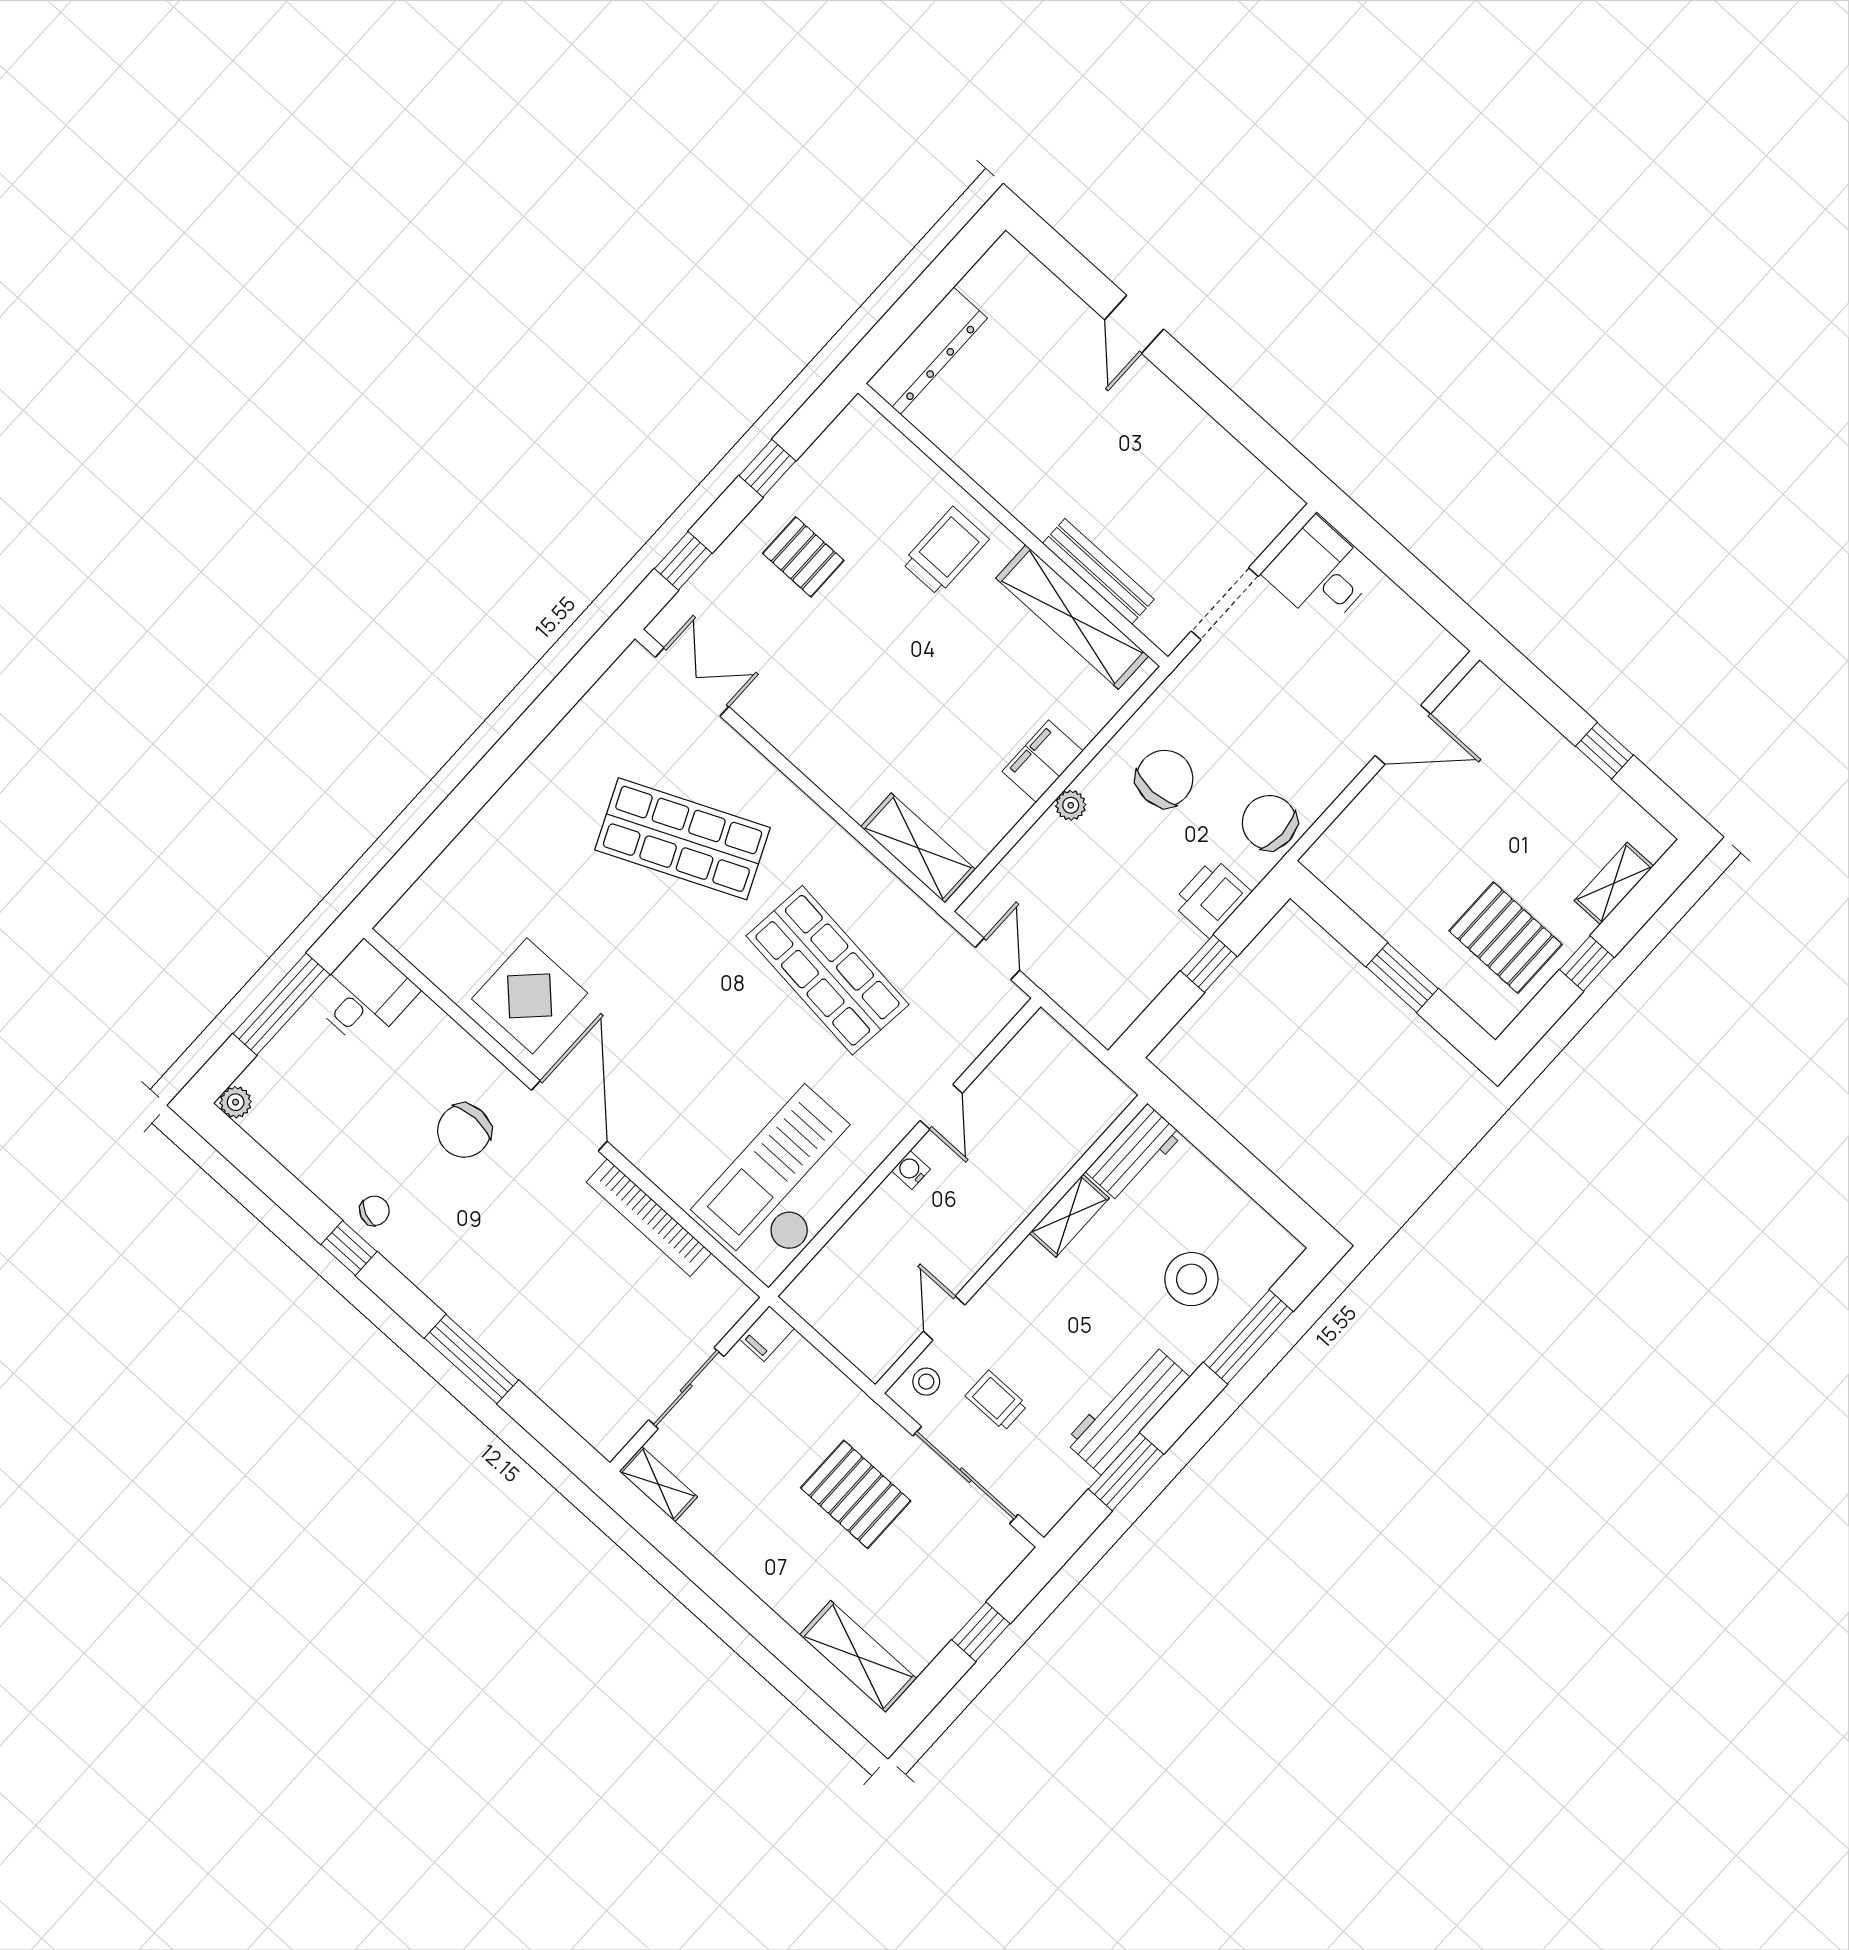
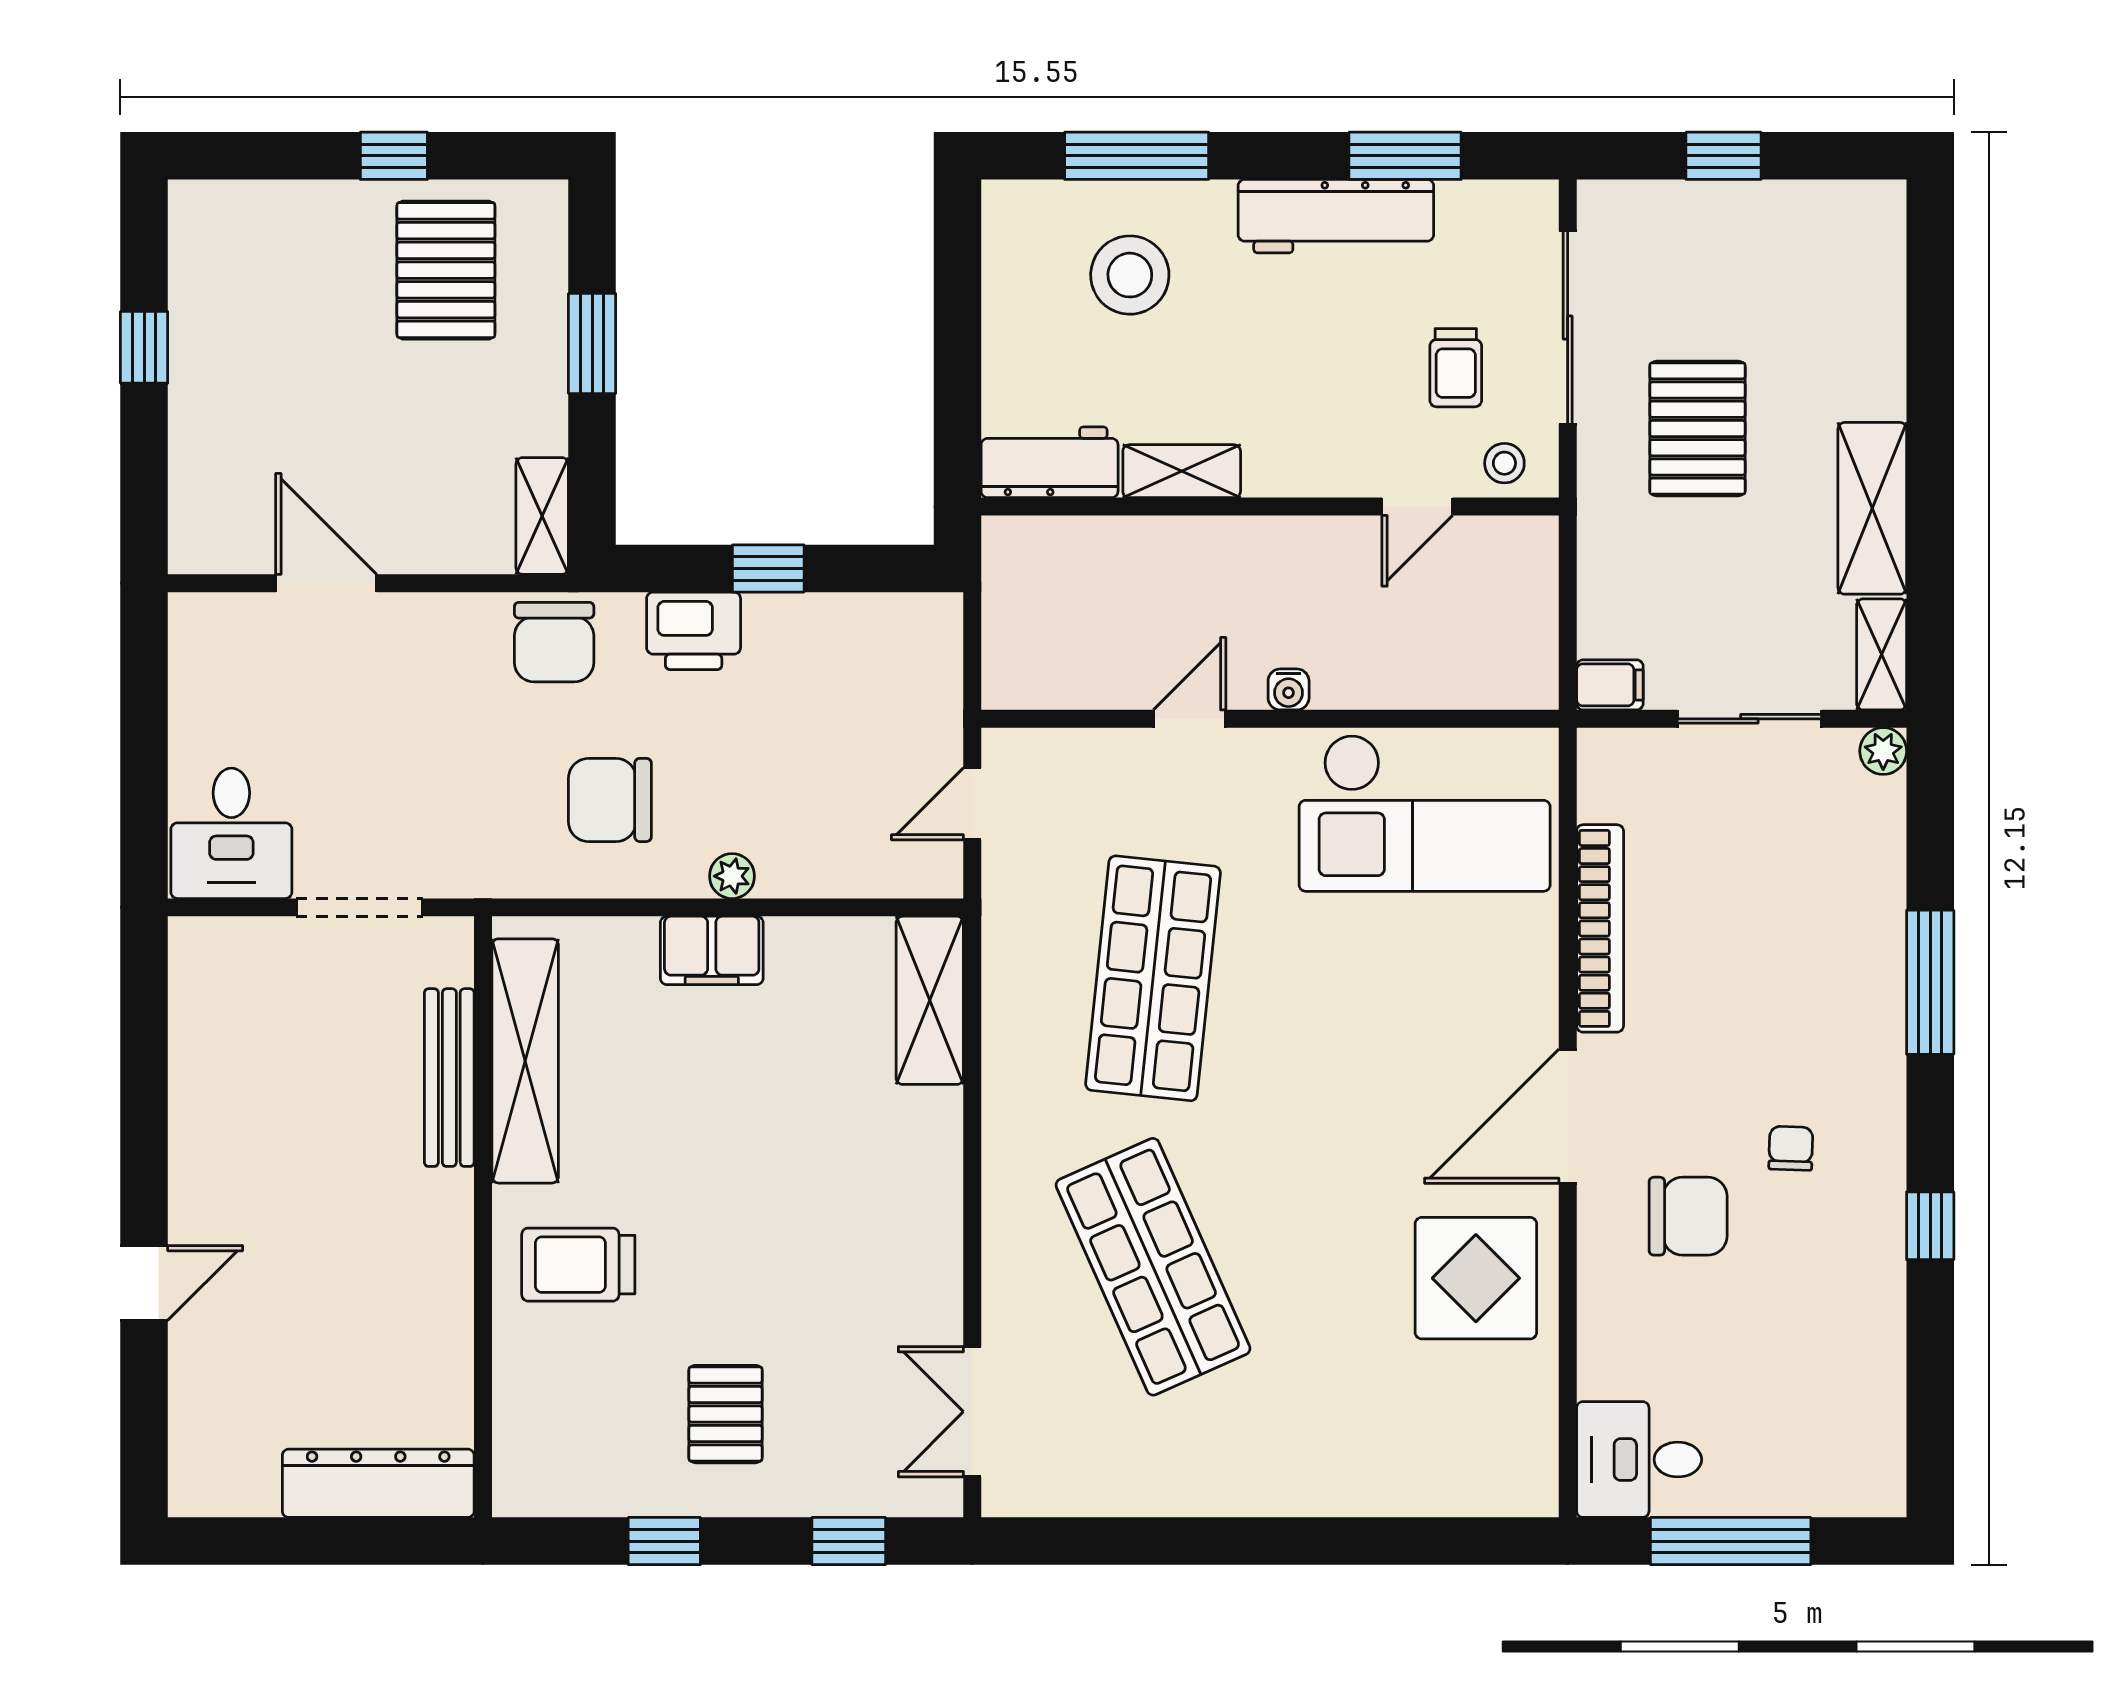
shelving: (1614, 883) -> (542, 516), moved, turned 90
plant: (236, 1102) -> (1883, 751), moved
chair: (374, 1211) -> (1791, 1148), moved, turned 69
shelving: (858, 1657) -> (1872, 508), moved

